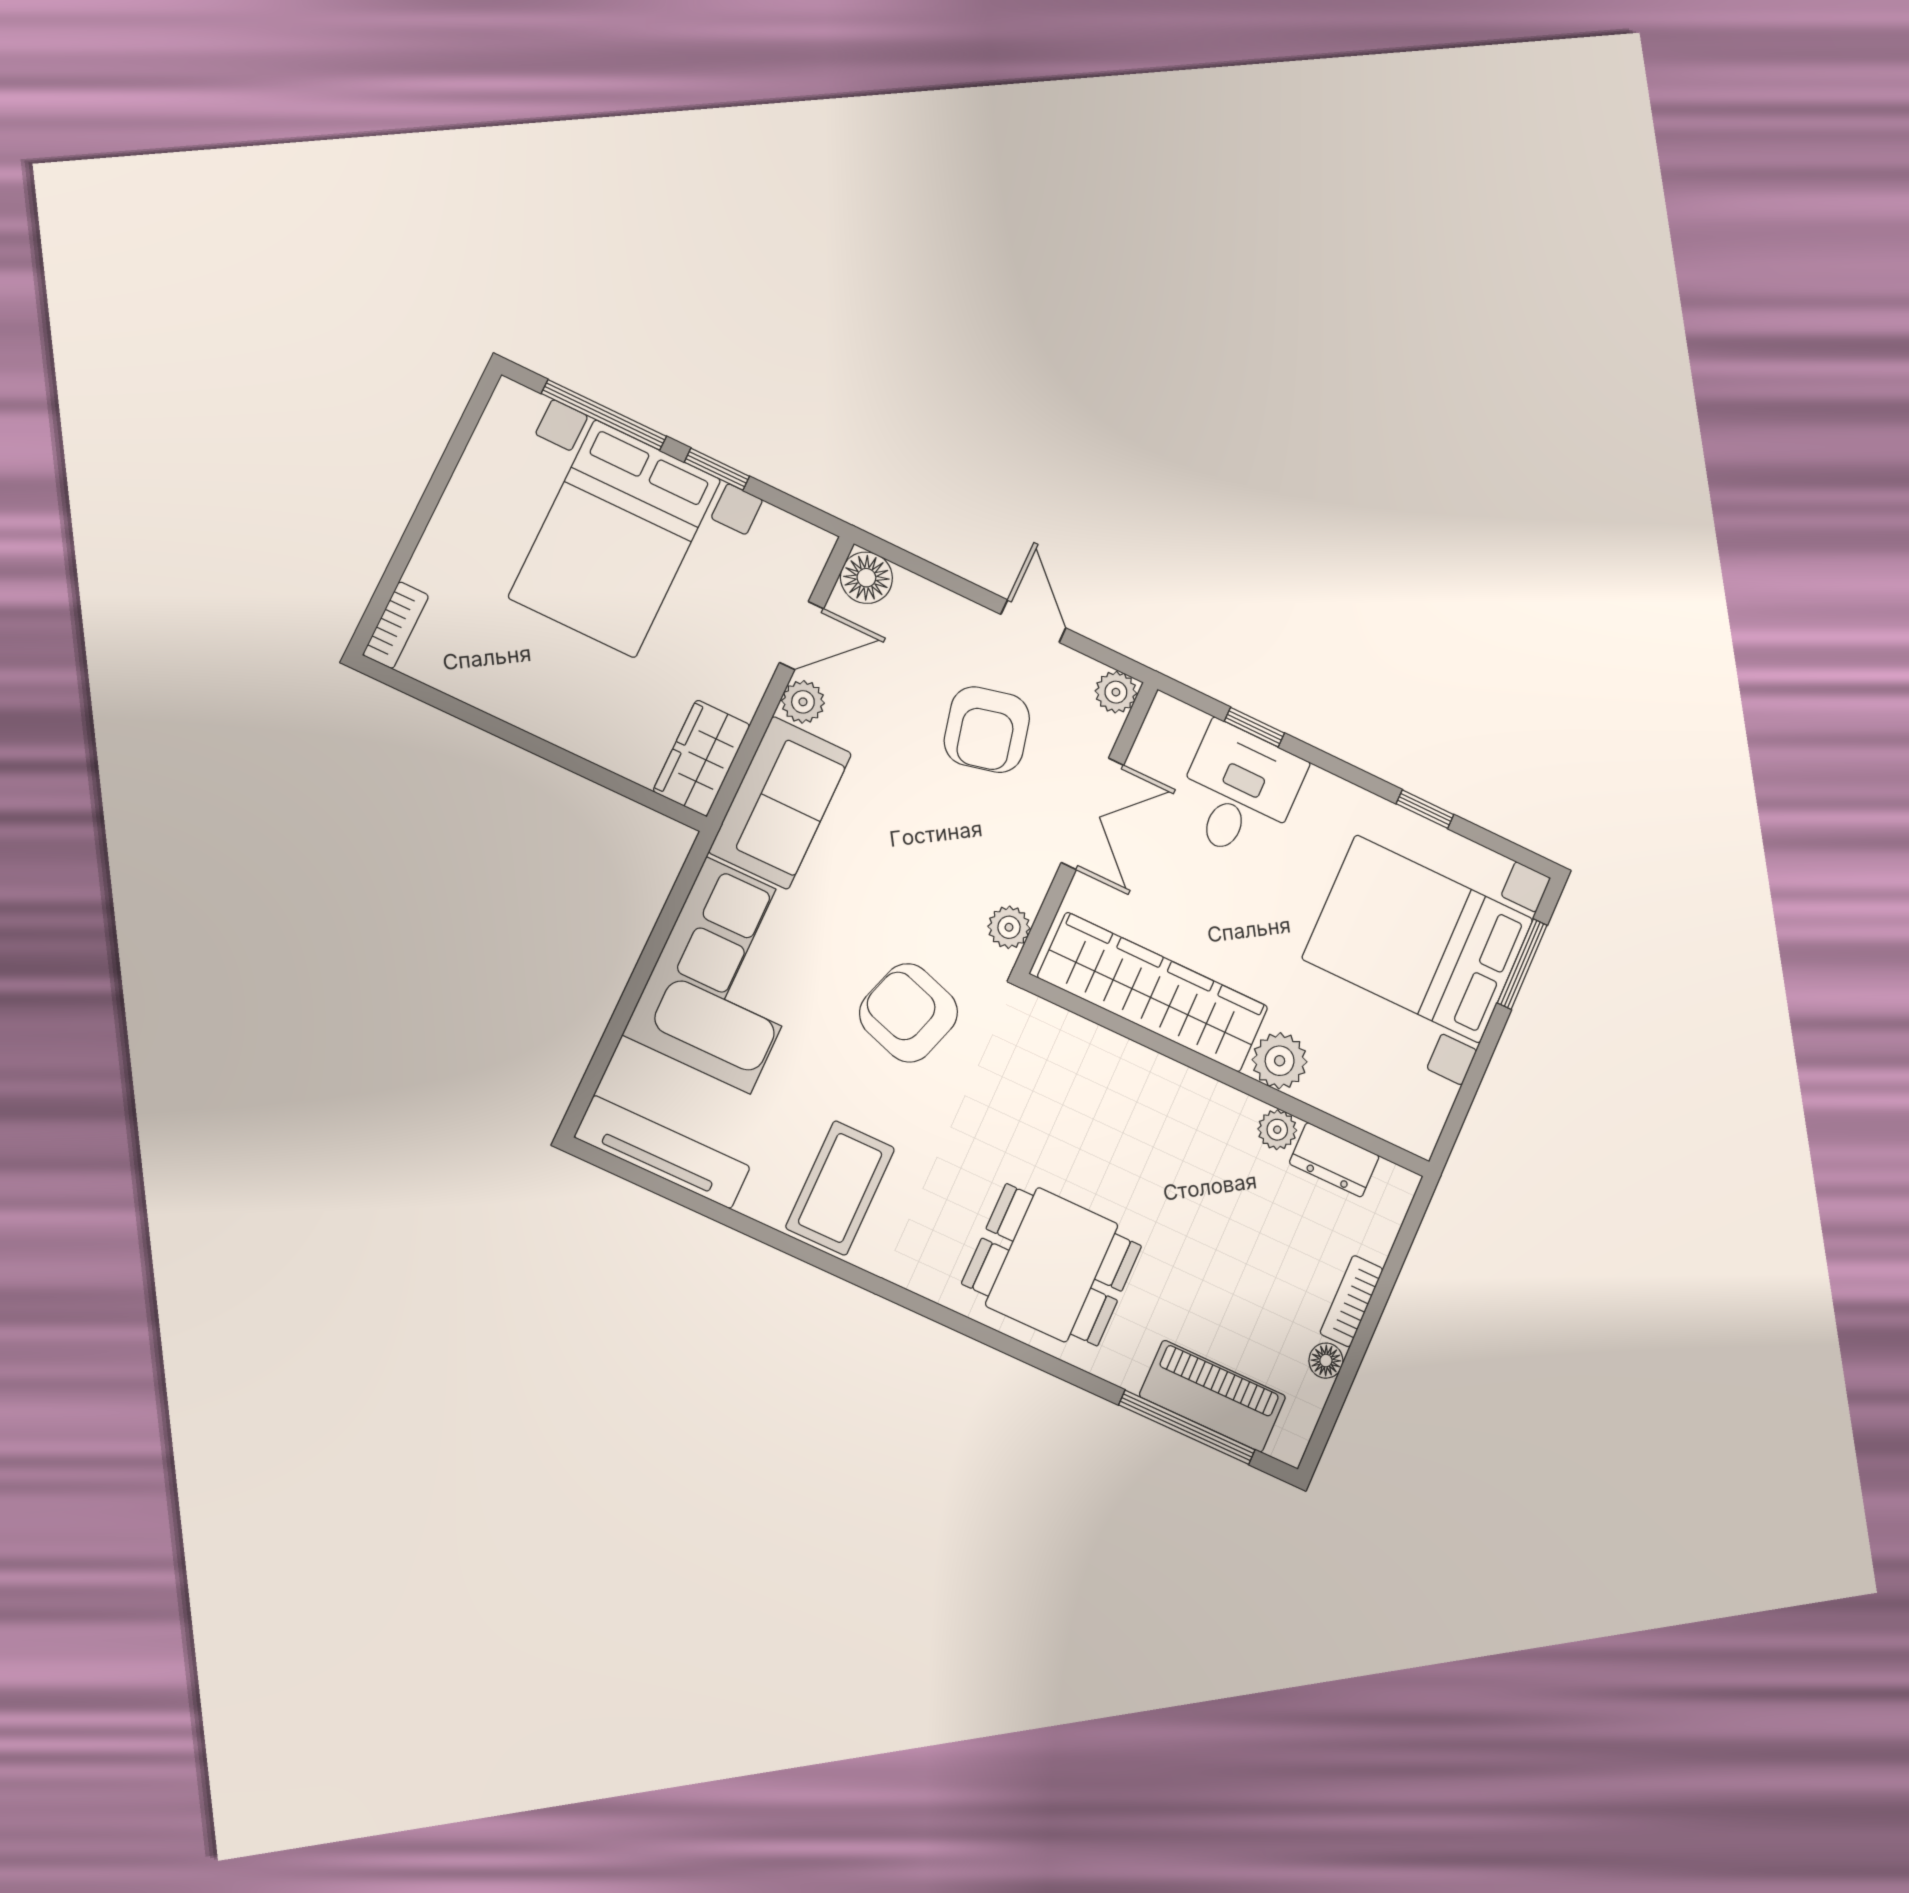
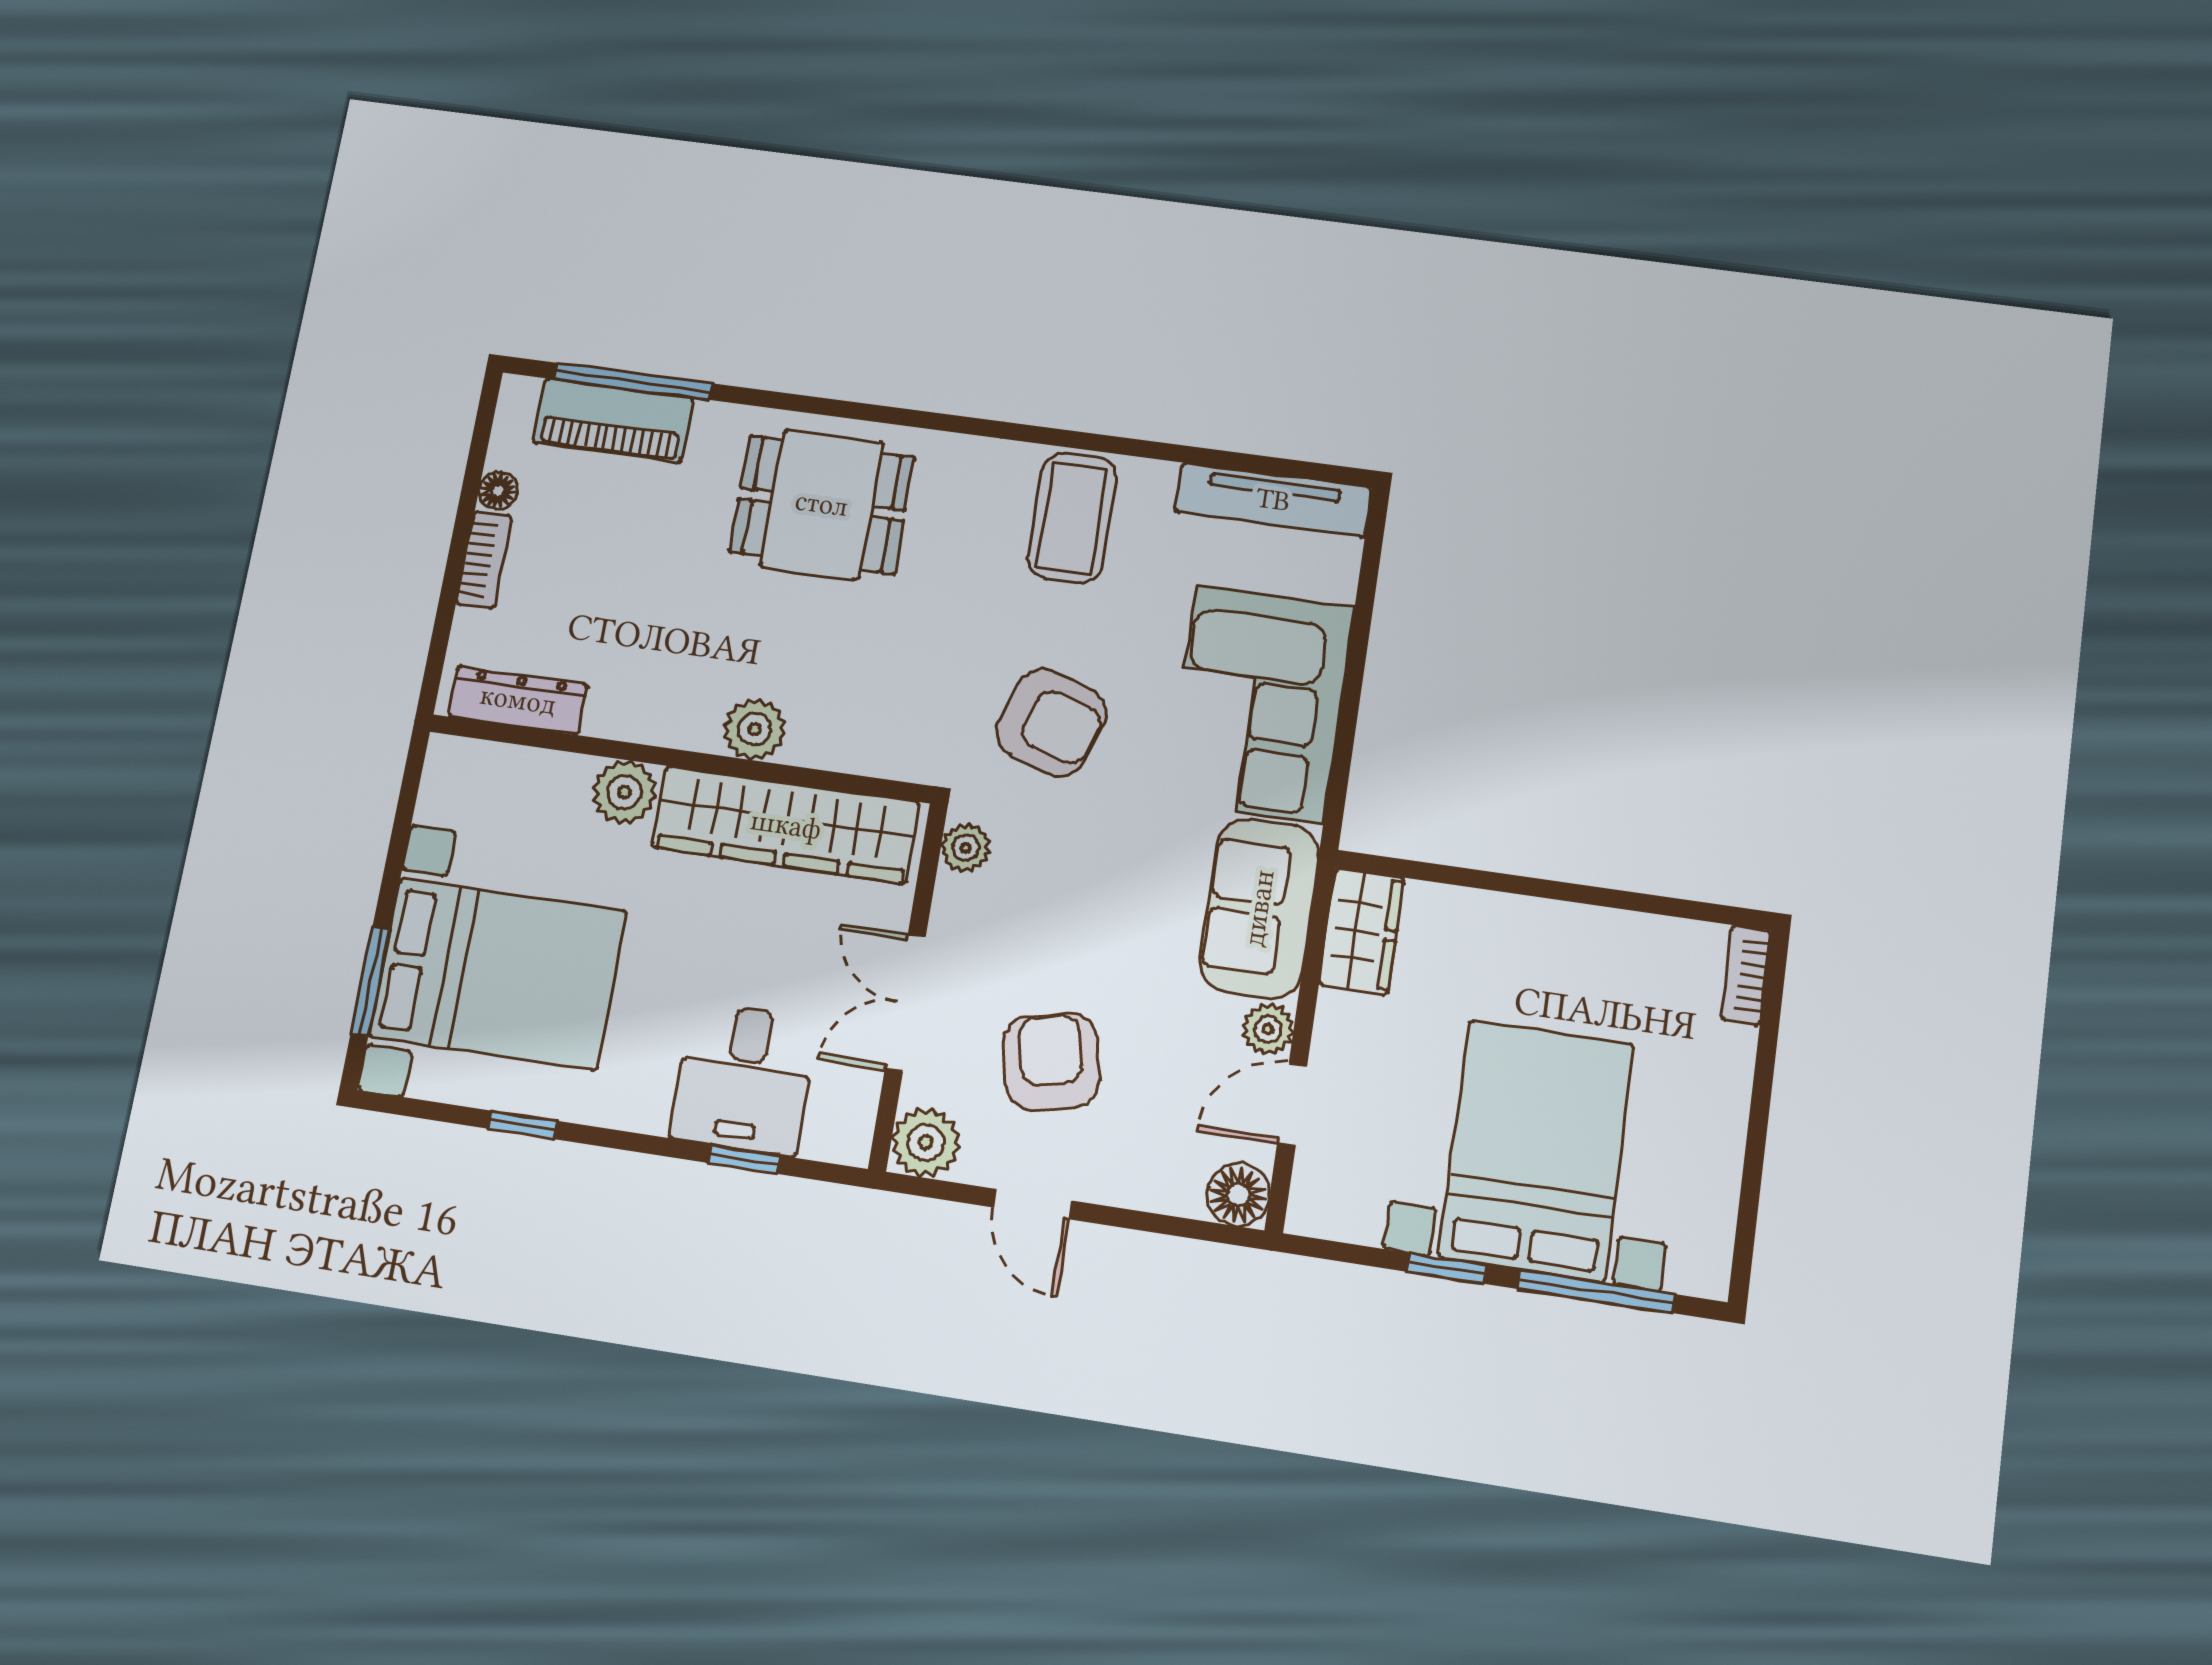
plant: (1116, 692) -> (926, 1143), width x1.38, depth x1.38
plant: (1277, 1130) -> (755, 729), moved, width x1.38, depth x1.38
dresser: (1334, 1160) -> (518, 700), width x1.44

